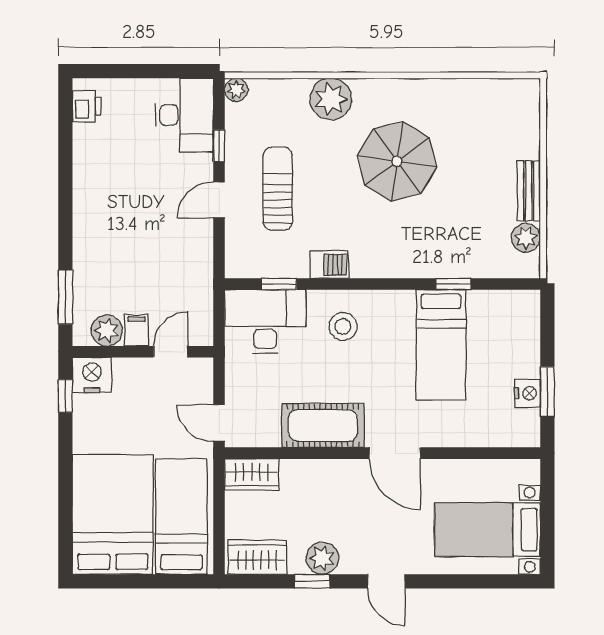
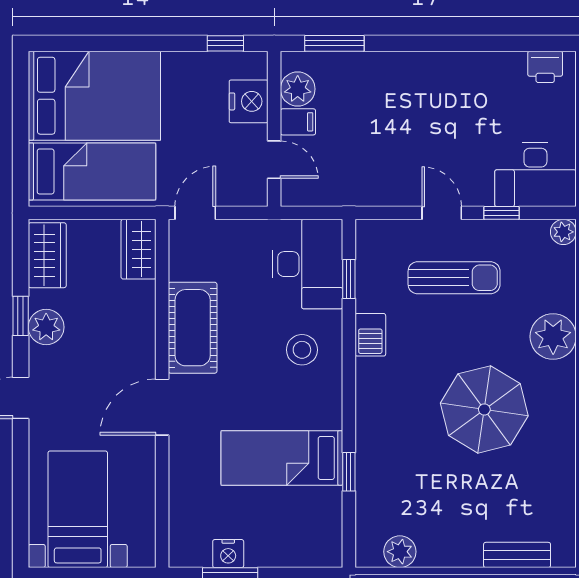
bench: (529, 191) -> (517, 555), moved
nightstand: (92, 375) -> (249, 101), moved

